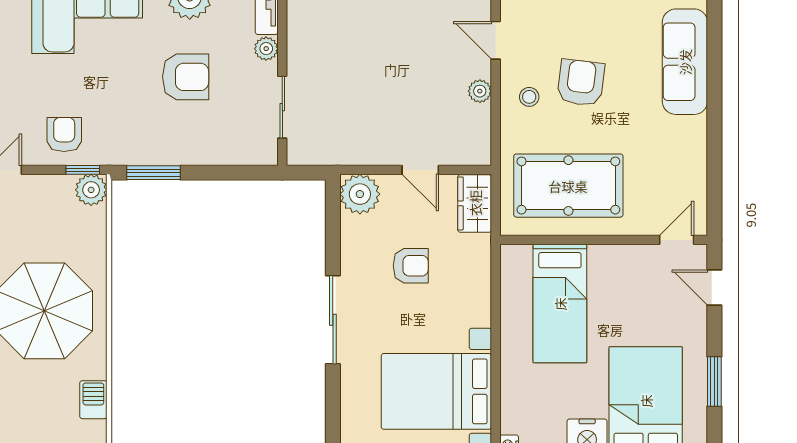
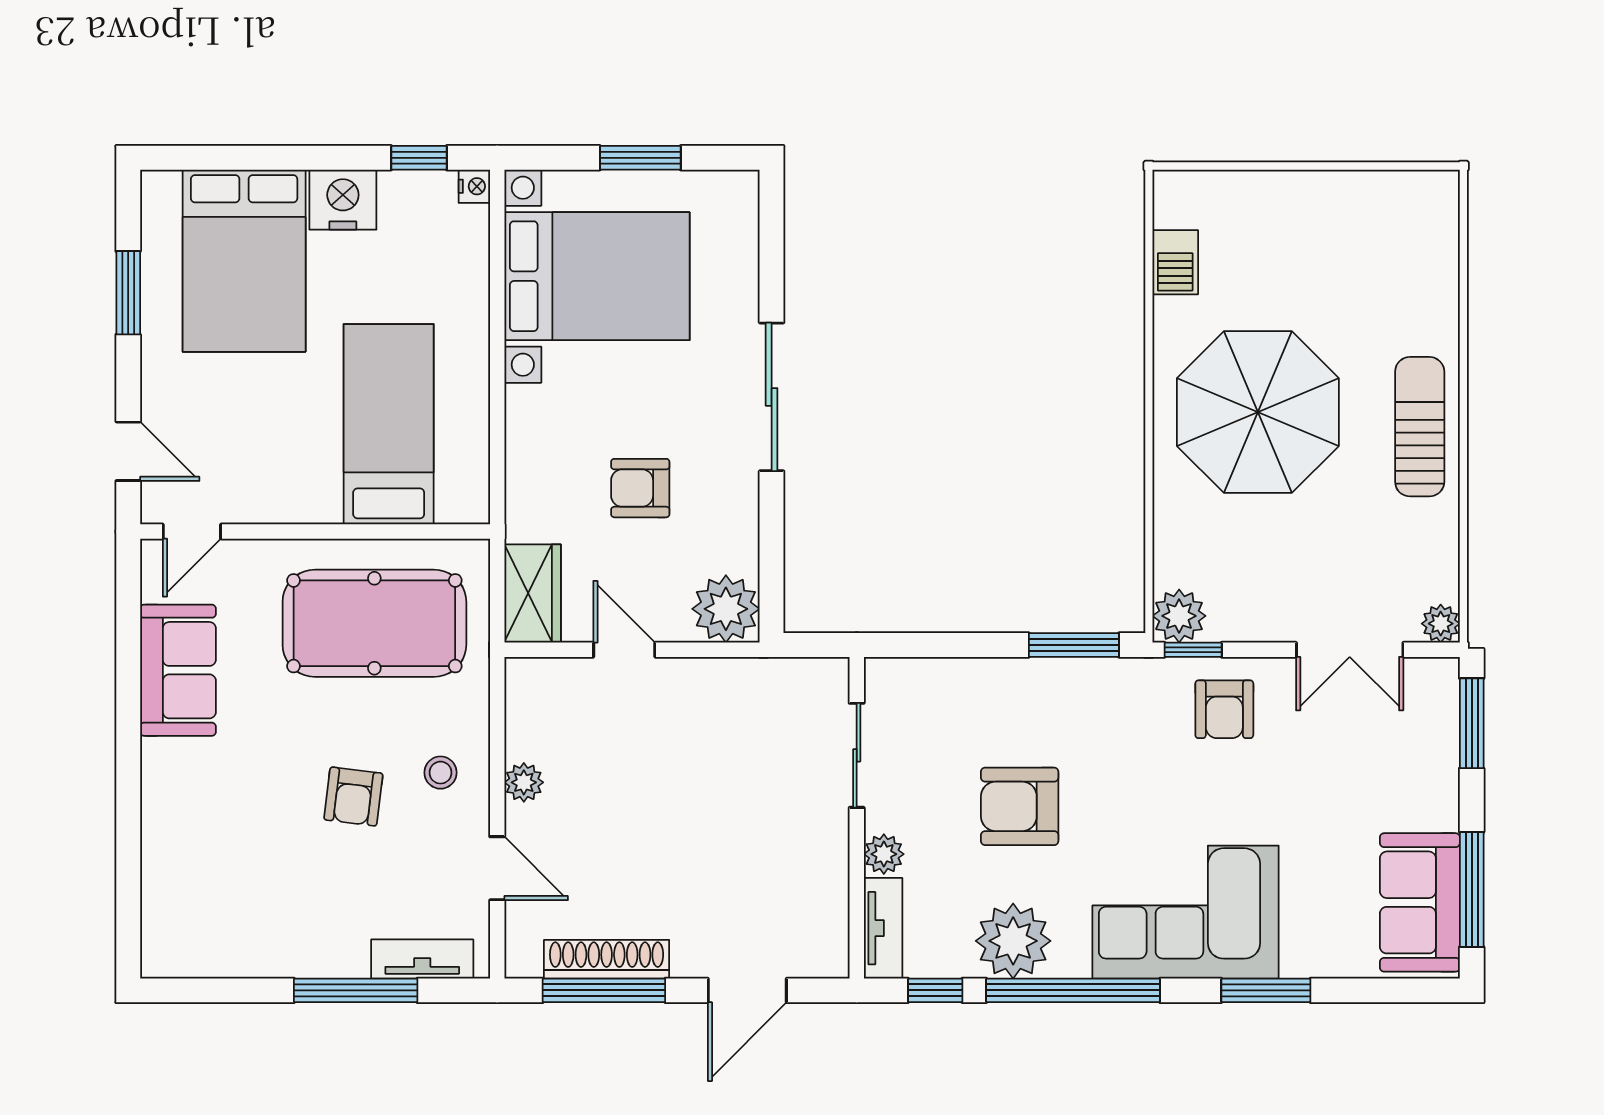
sofa: (685, 62) -> (178, 670), moved, width x0.73
armchair: (581, 83) -> (353, 797), width x0.72, depth x0.72

